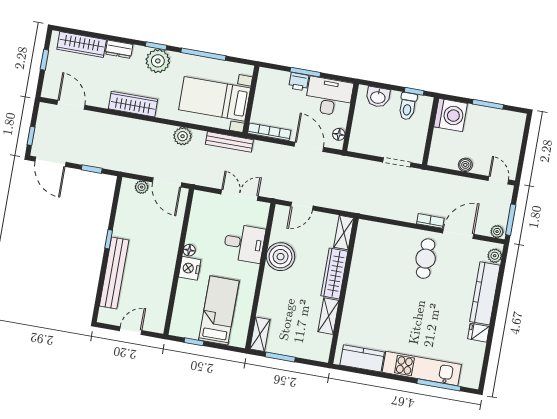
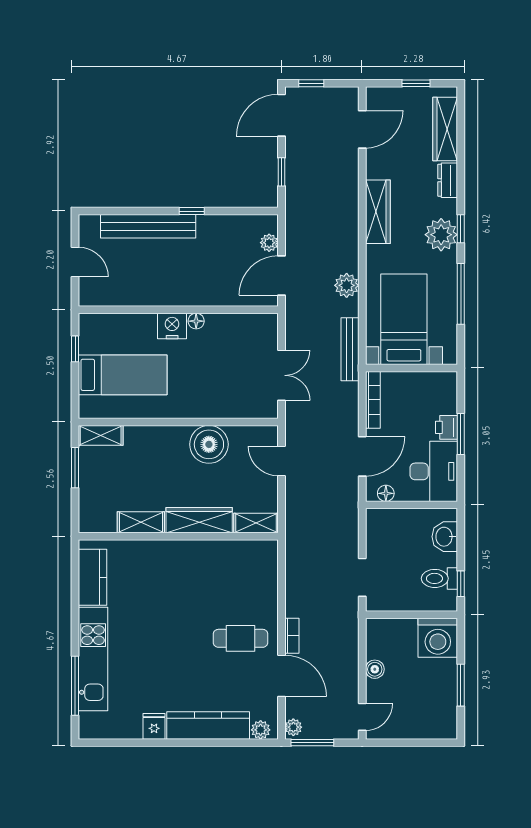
desk: (244, 243) -> (218, 393), removed

